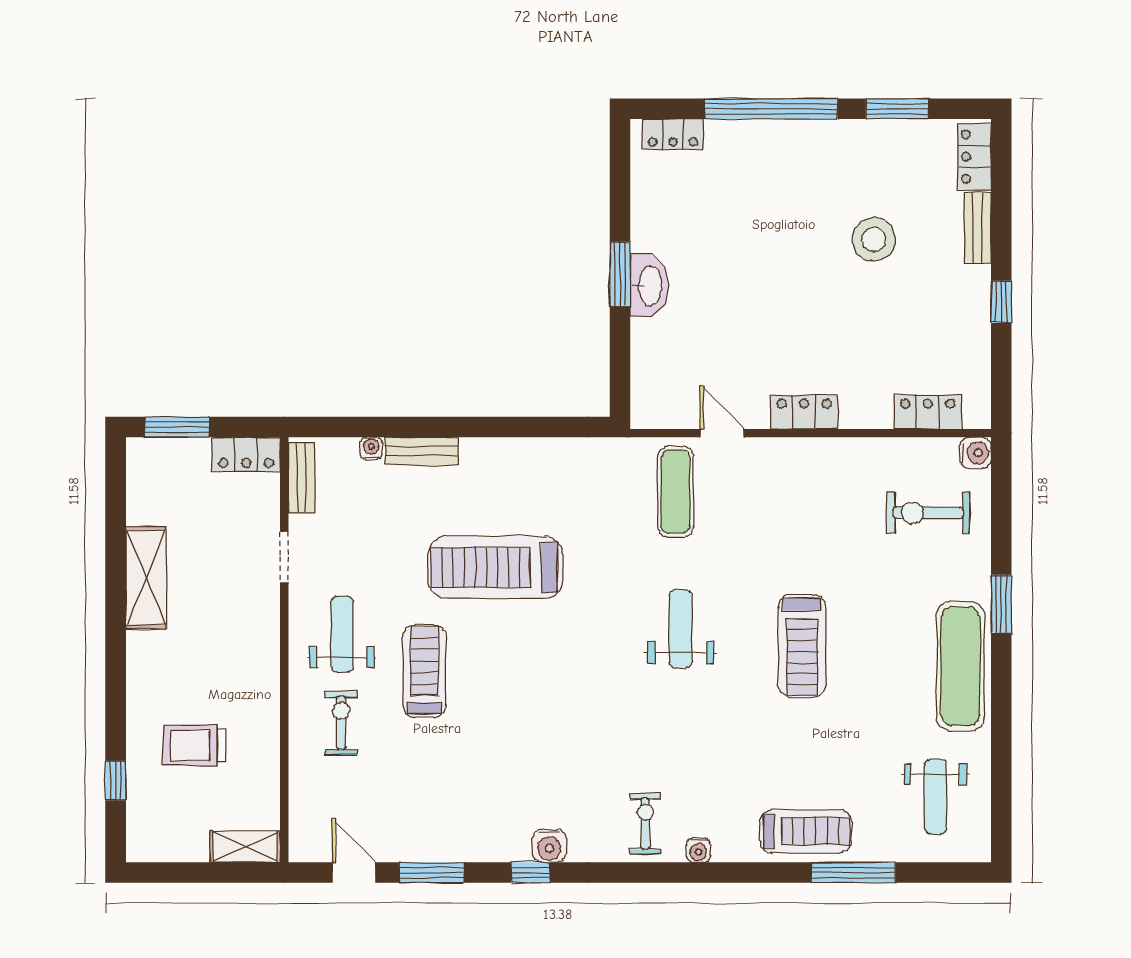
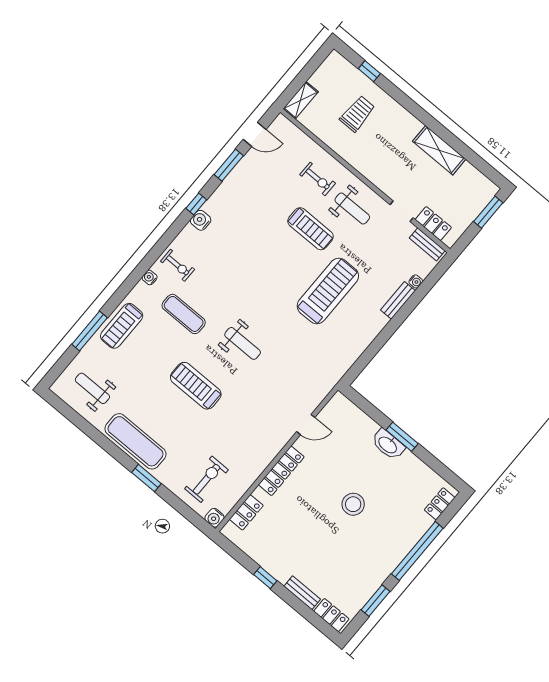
stool: (874, 239) -> (353, 504), moved
locker: (804, 412) -> (281, 471), width x1.53
locker: (246, 454) -> (433, 224), moved, turned 90
exercise mat: (676, 492) -> (184, 314), moved

